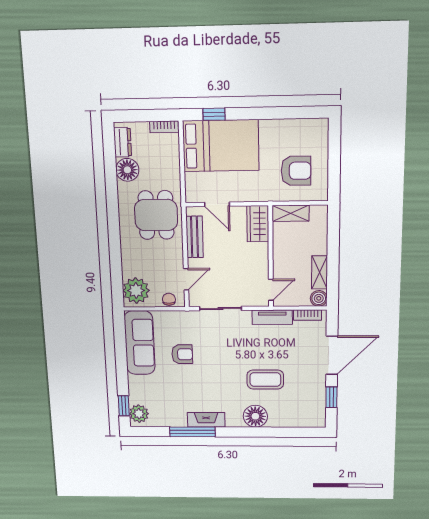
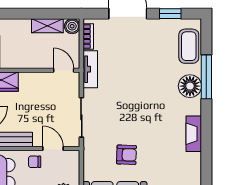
chair: (169, 299) -> (35, 162), moved
armchair: (182, 354) -> (127, 155), turned 92
coffee table: (265, 380) -> (189, 46), moved
window: (192, 432) -> (206, 77), moved

